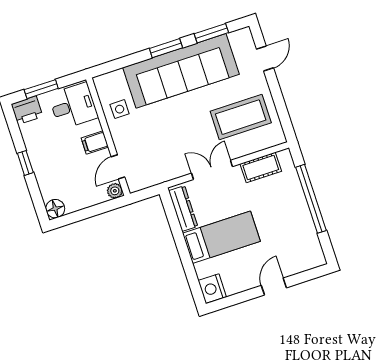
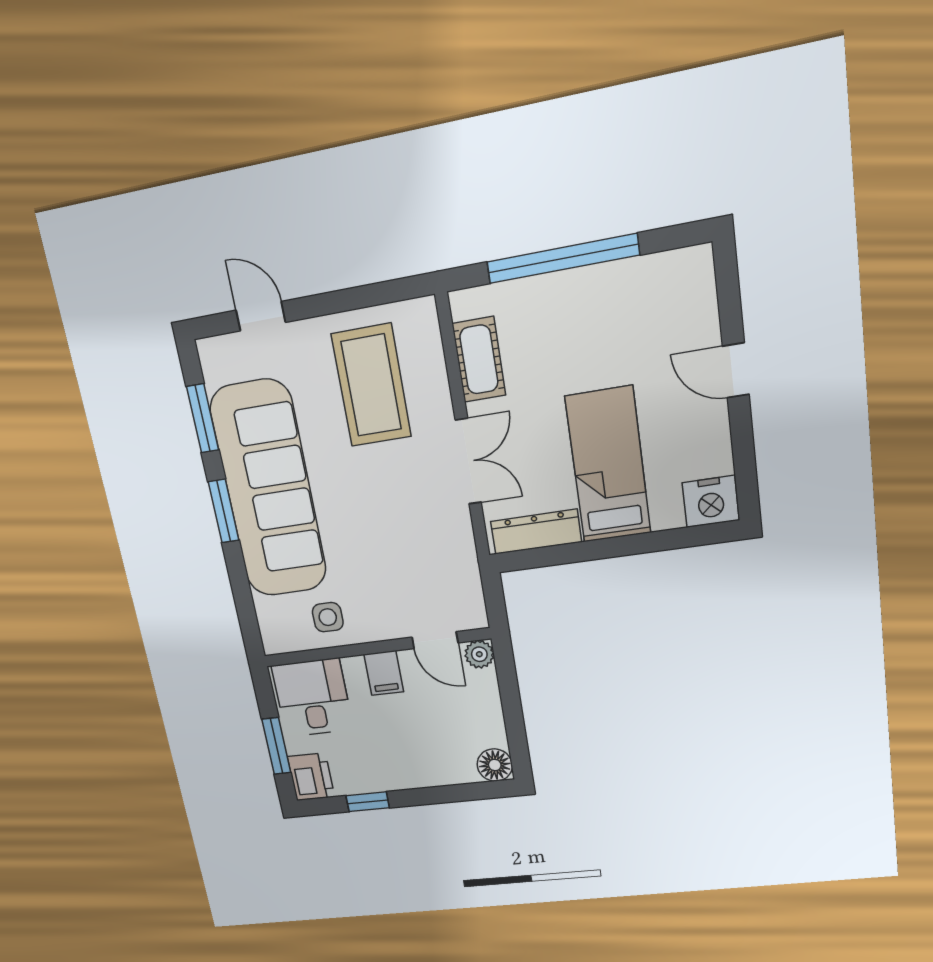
window: (25, 163) -> (368, 802), moved
double door: (212, 170) -> (468, 461), swing flipped

